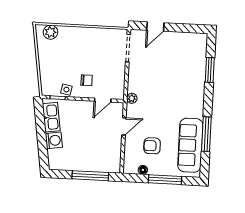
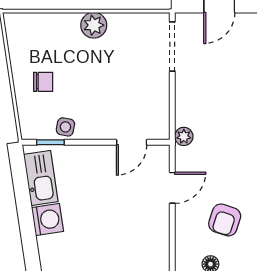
plant: (50, 32) -> (94, 25), moved
chair: (87, 80) -> (43, 82), moved
armchair: (152, 146) -> (225, 220), turned -72

